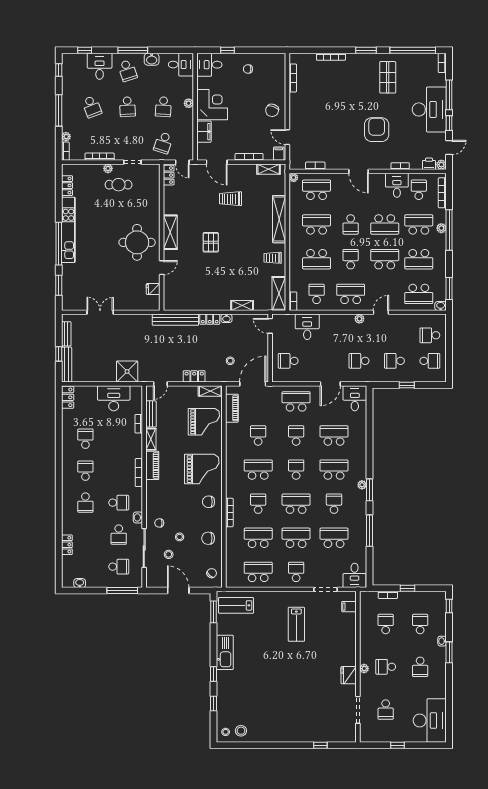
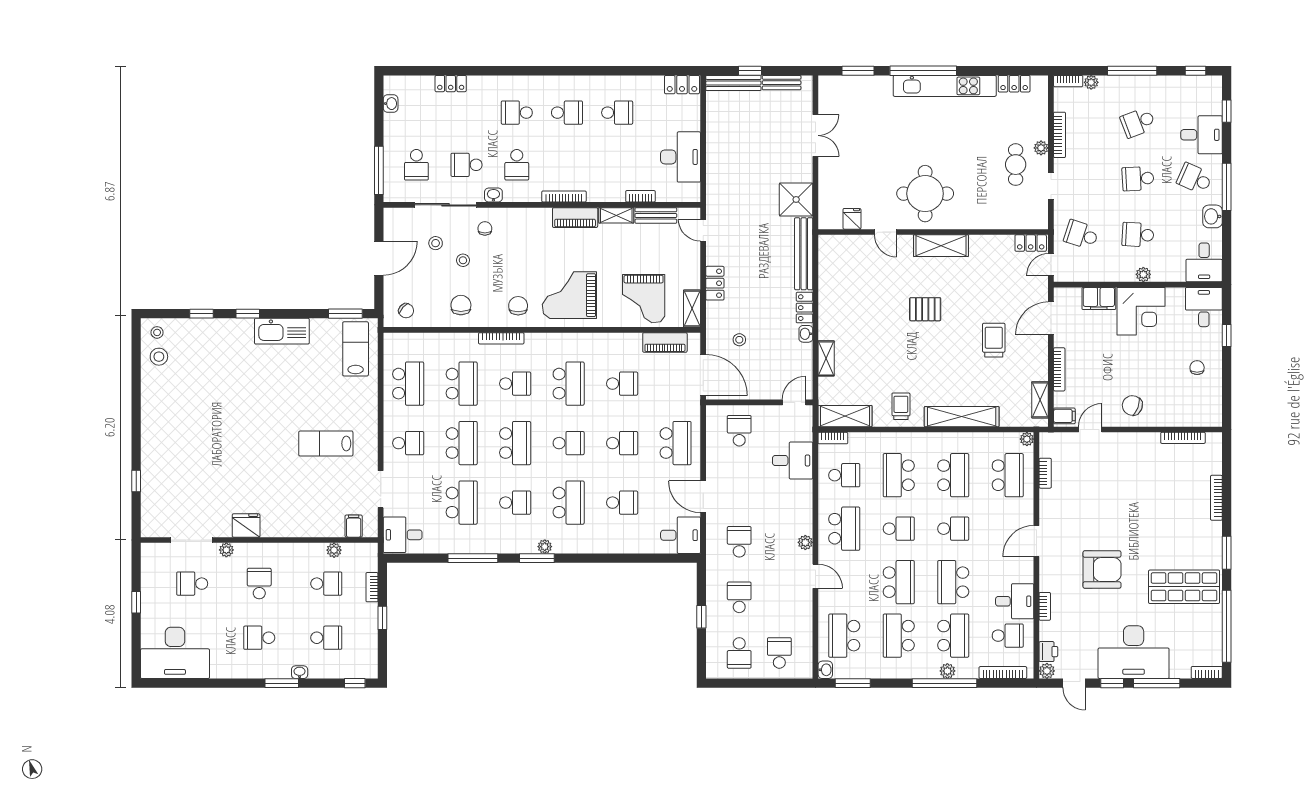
school desk: (127, 71) -> (1195, 179), turned 42
shop shelf: (388, 77) -> (1184, 587), width x1.43, depth x1.36
school desk: (351, 224) -> (953, 529), turned 180
shower: (127, 372) -> (796, 199), moved
school desk: (334, 435) -> (622, 503), width x0.54
grand piano: (202, 469) -> (569, 295), turned 90
plant: (364, 619) -> (334, 550), added
plant: (364, 669) -> (226, 550), moved

